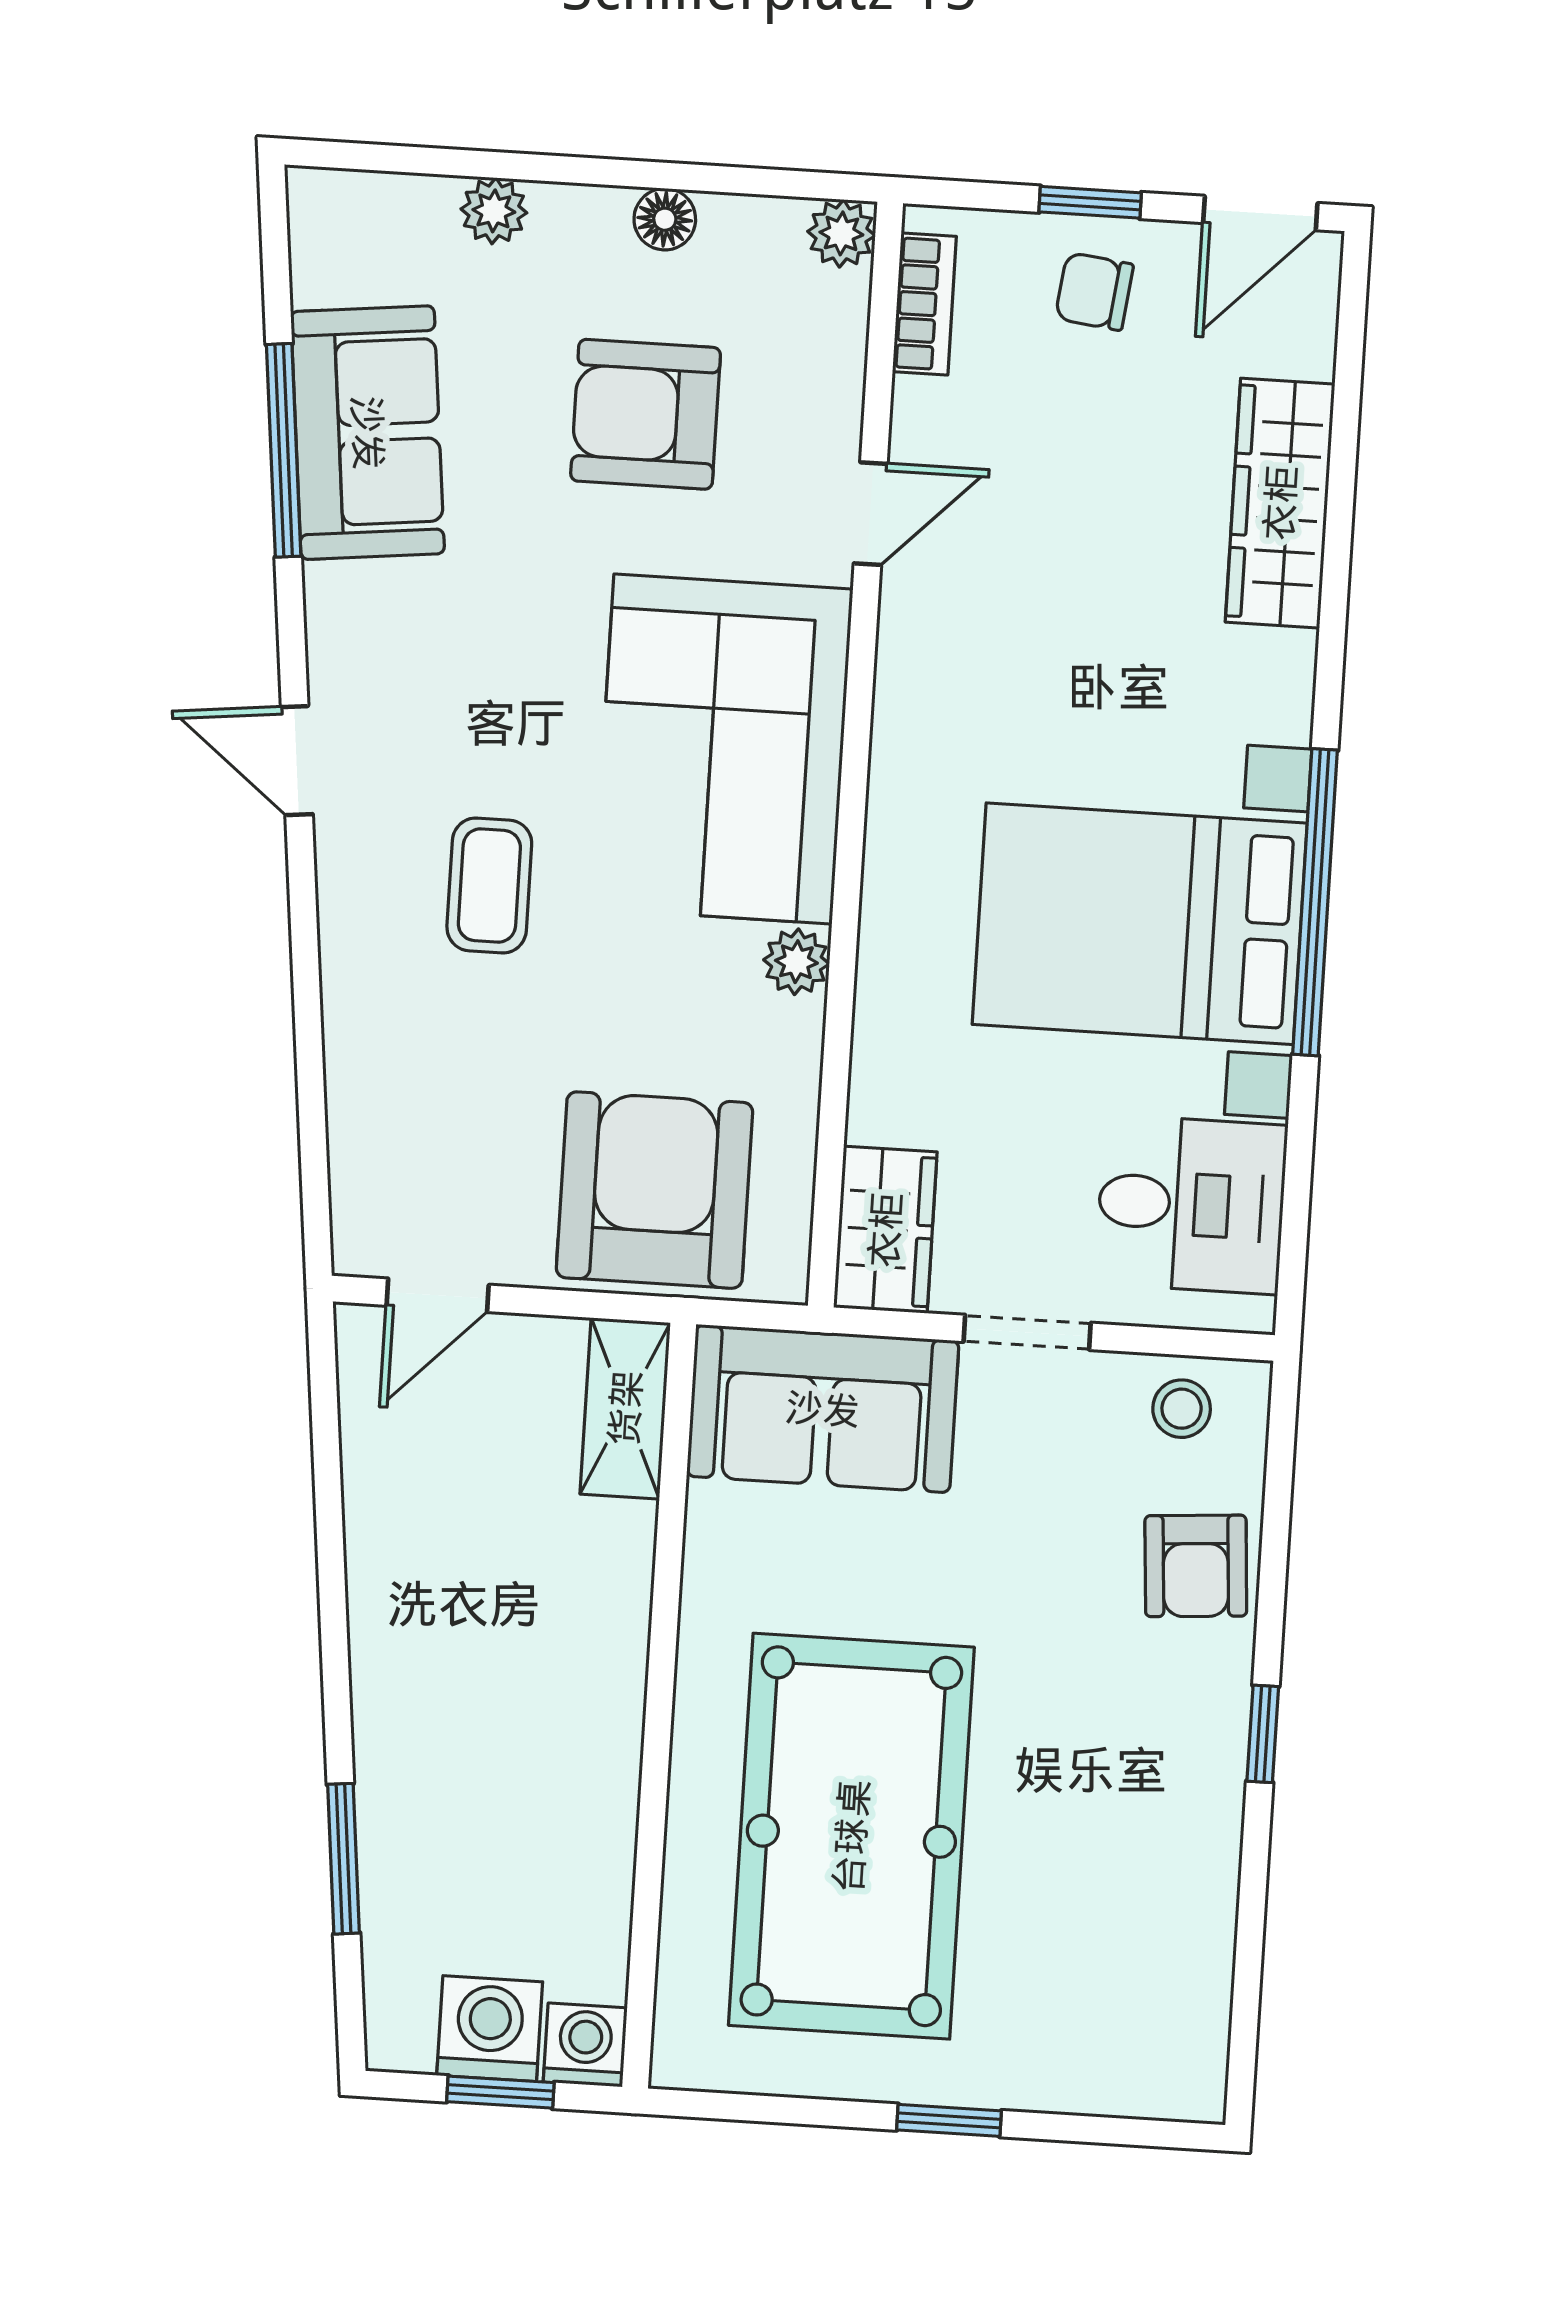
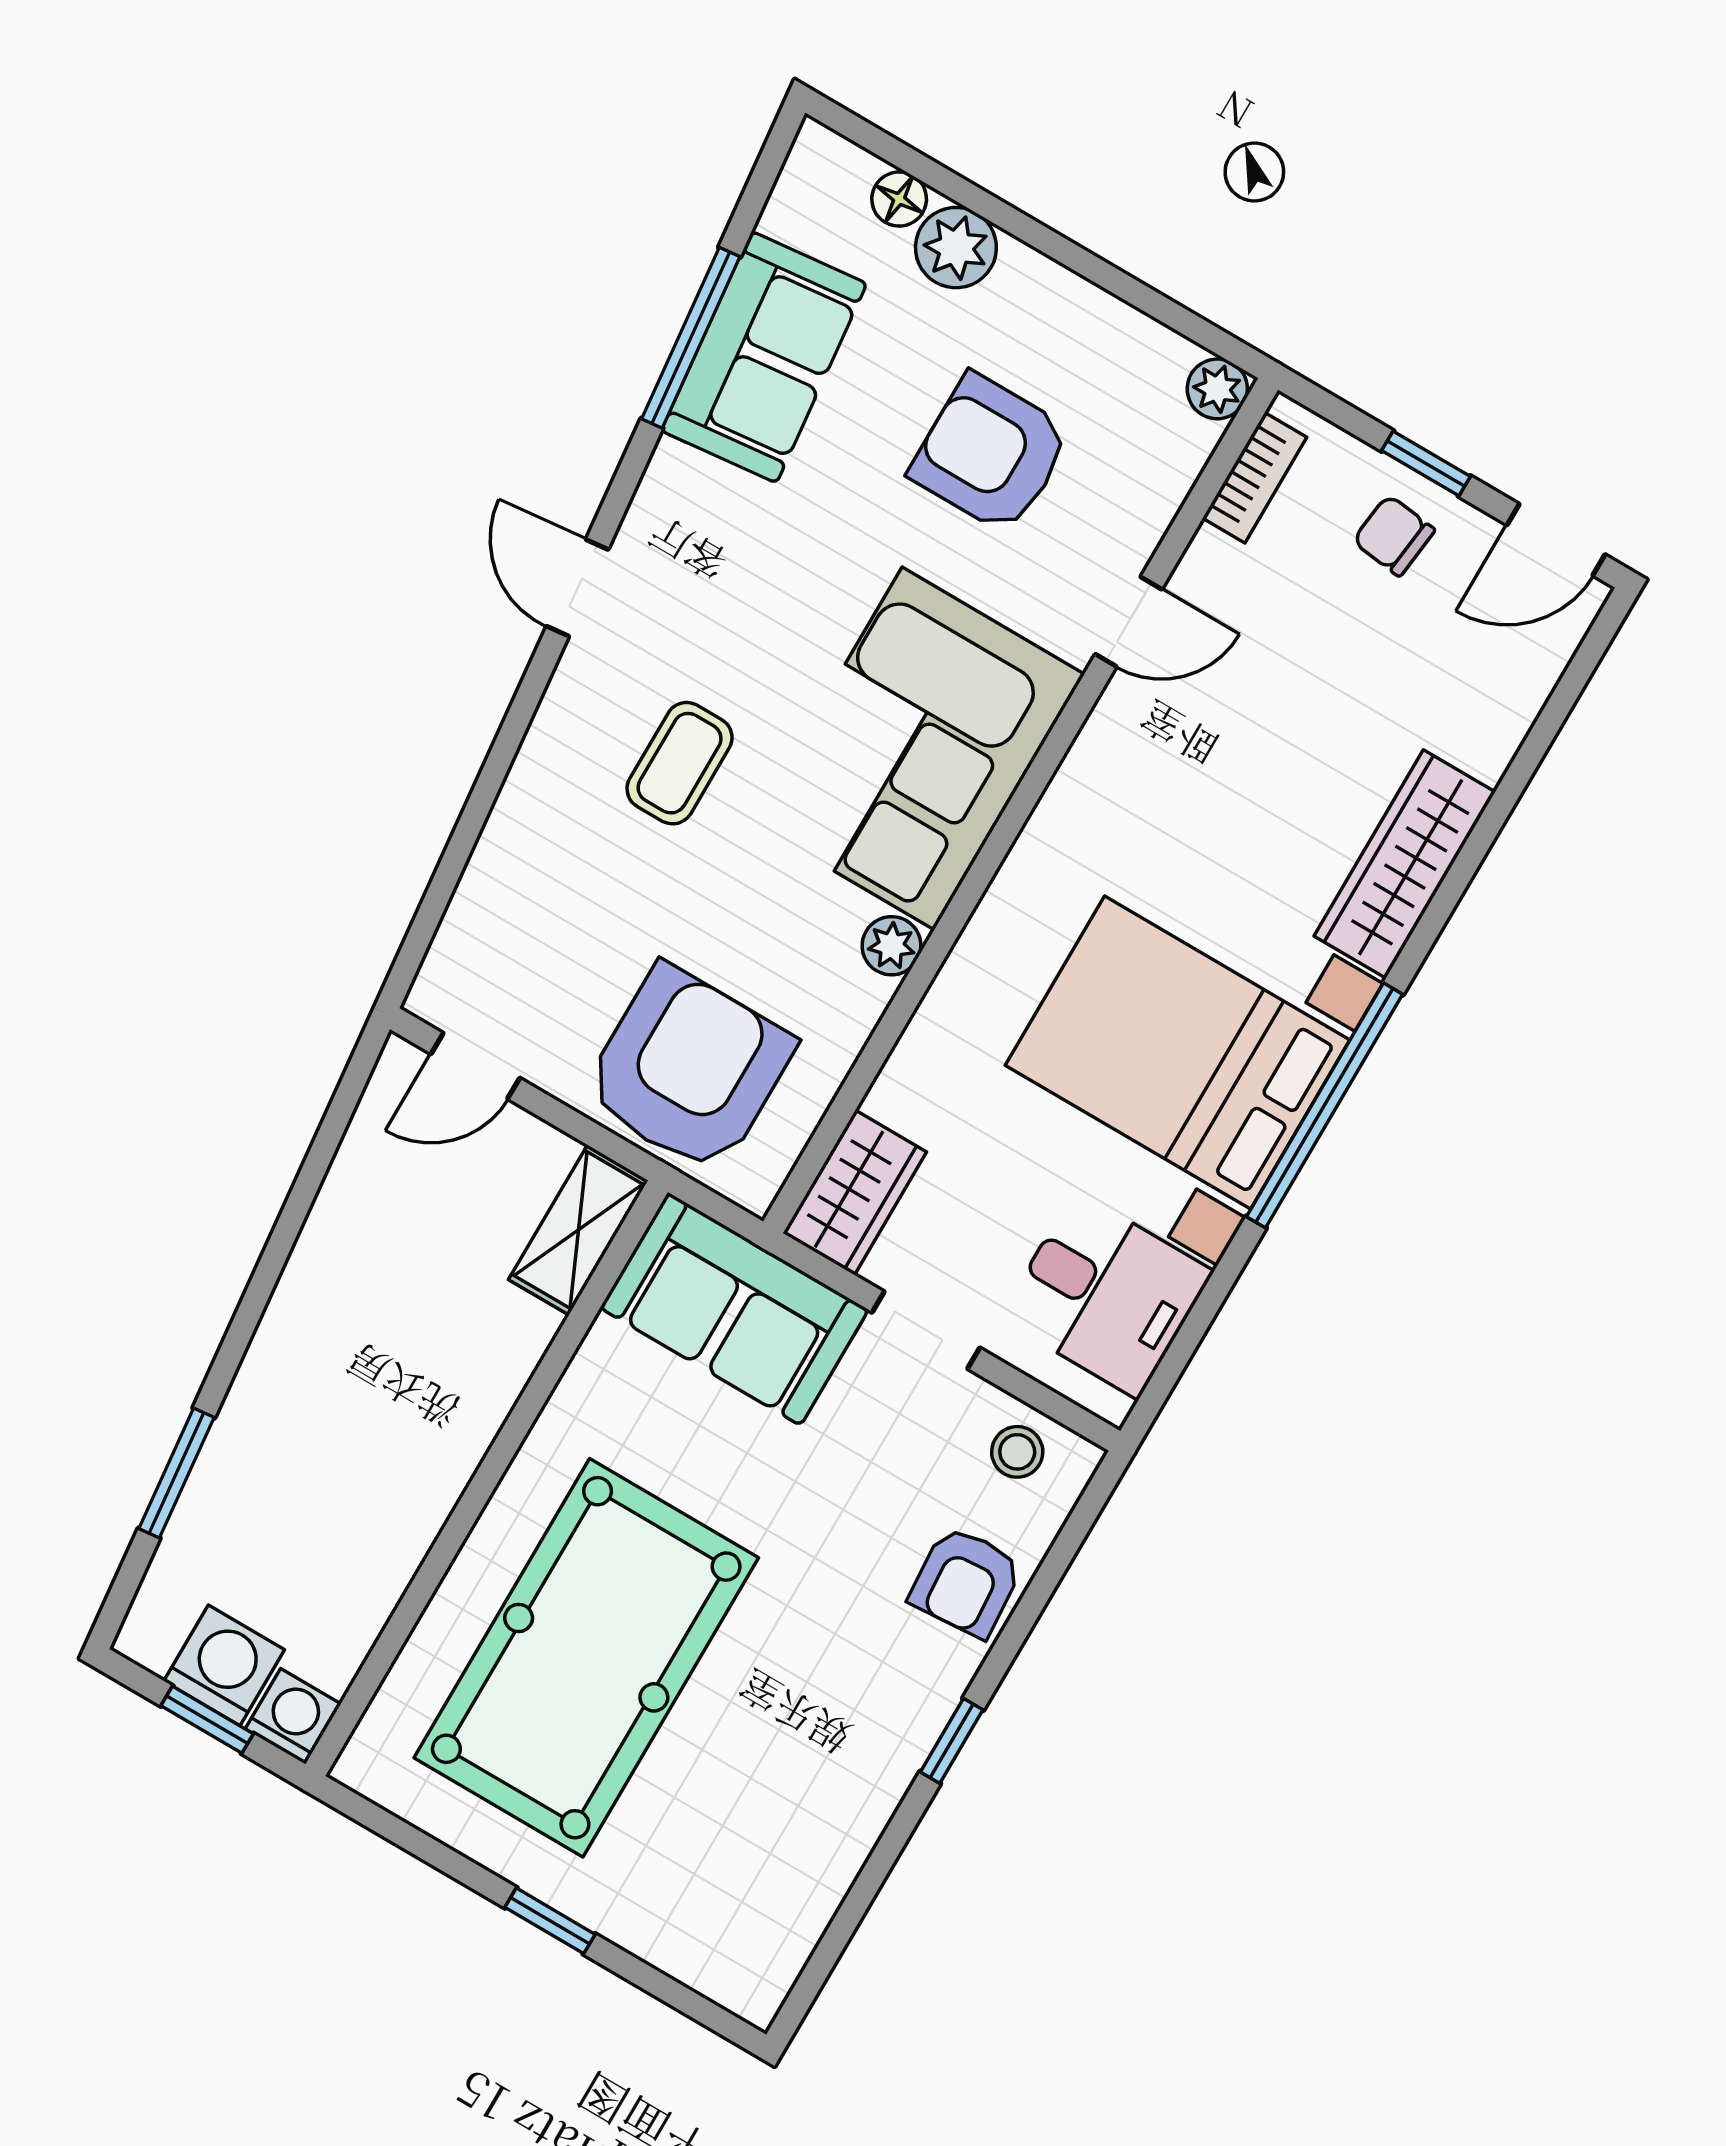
plant: (494, 211) -> (956, 248), width x1.38, depth x1.38
floor lamp: (665, 219) -> (899, 199), moved
wardrobe: (1280, 503) -> (1405, 864), moved

